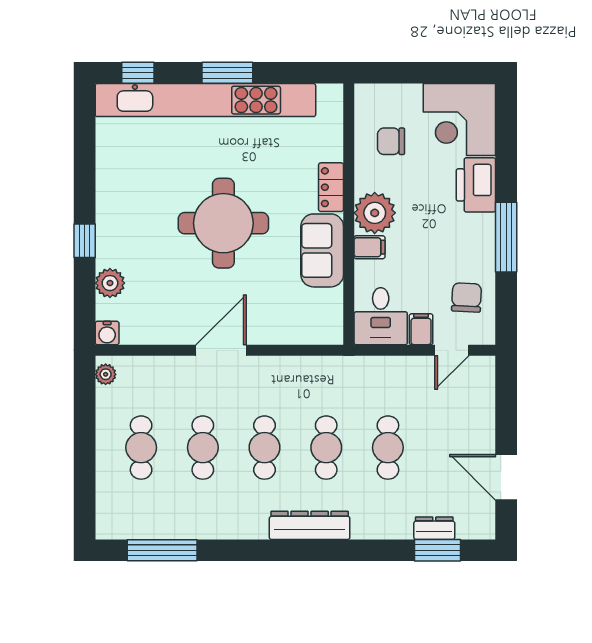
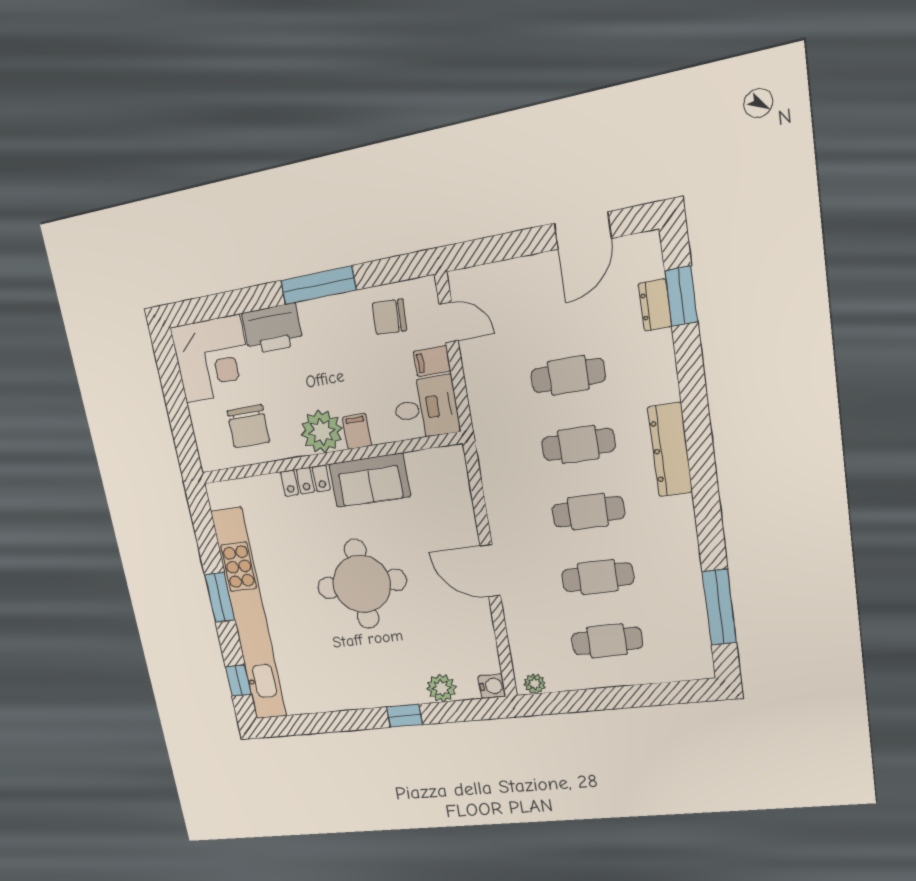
chair: (391, 141) -> (248, 426), width x1.37, depth x1.37

